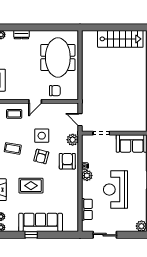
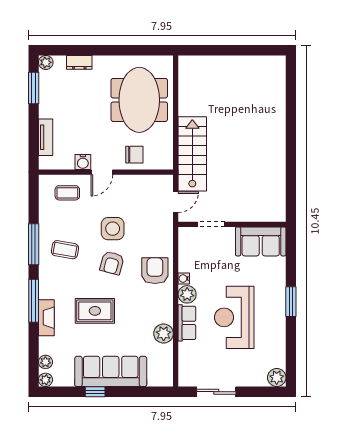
stairs: (120, 39) -> (192, 154), moved, turned -90
water cooler: (24, 95) -> (83, 162), added
door: (80, 120) -> (176, 202), swing flipped
plant: (73, 140) -> (164, 334), moved
row of seats: (87, 209) -> (187, 323), moved

